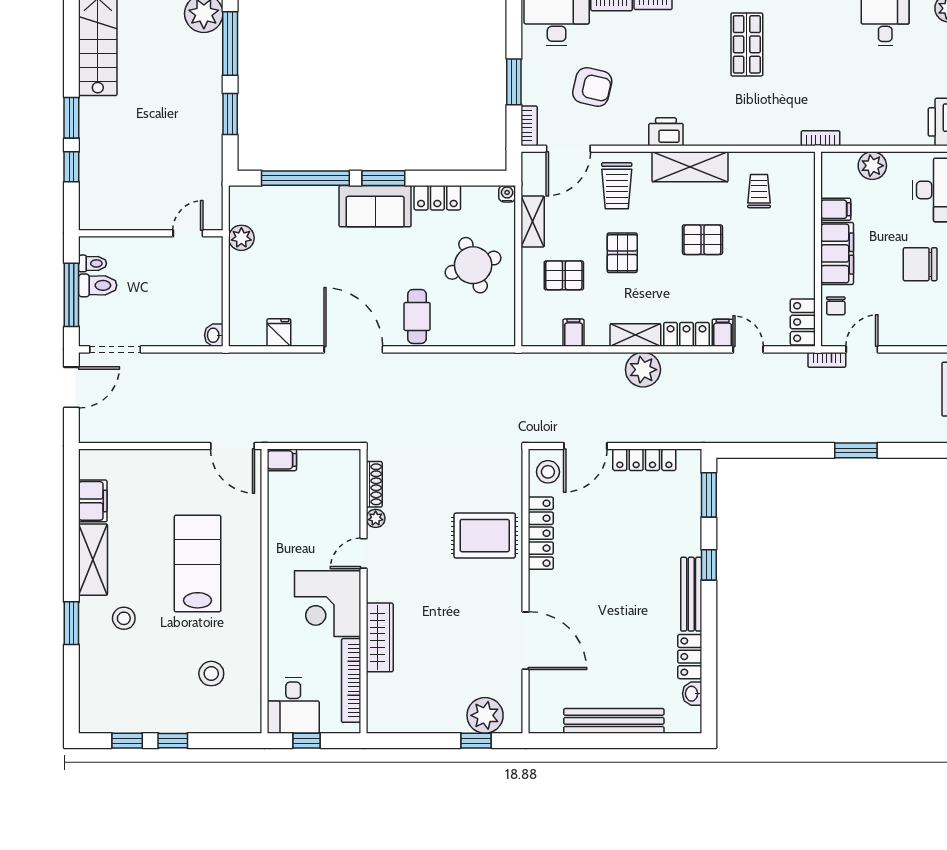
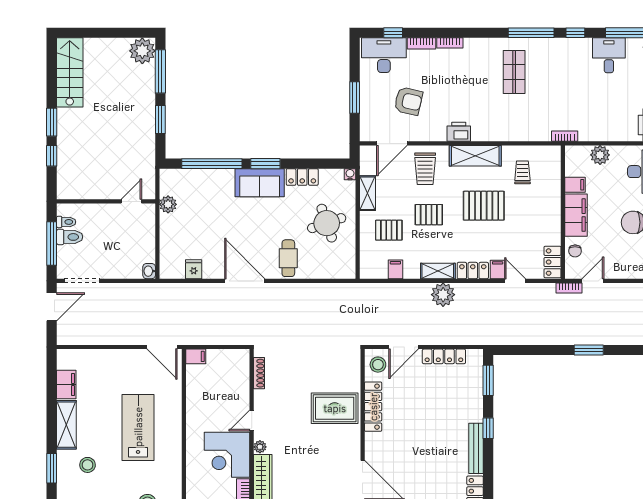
bookcase: (529, 126) -> (365, 128), removed
pallet: (702, 240) -> (484, 206), width x1.50, depth x1.42
pallet: (622, 253) -> (429, 215), turned 90
plant: (376, 518) -> (260, 447), moved

